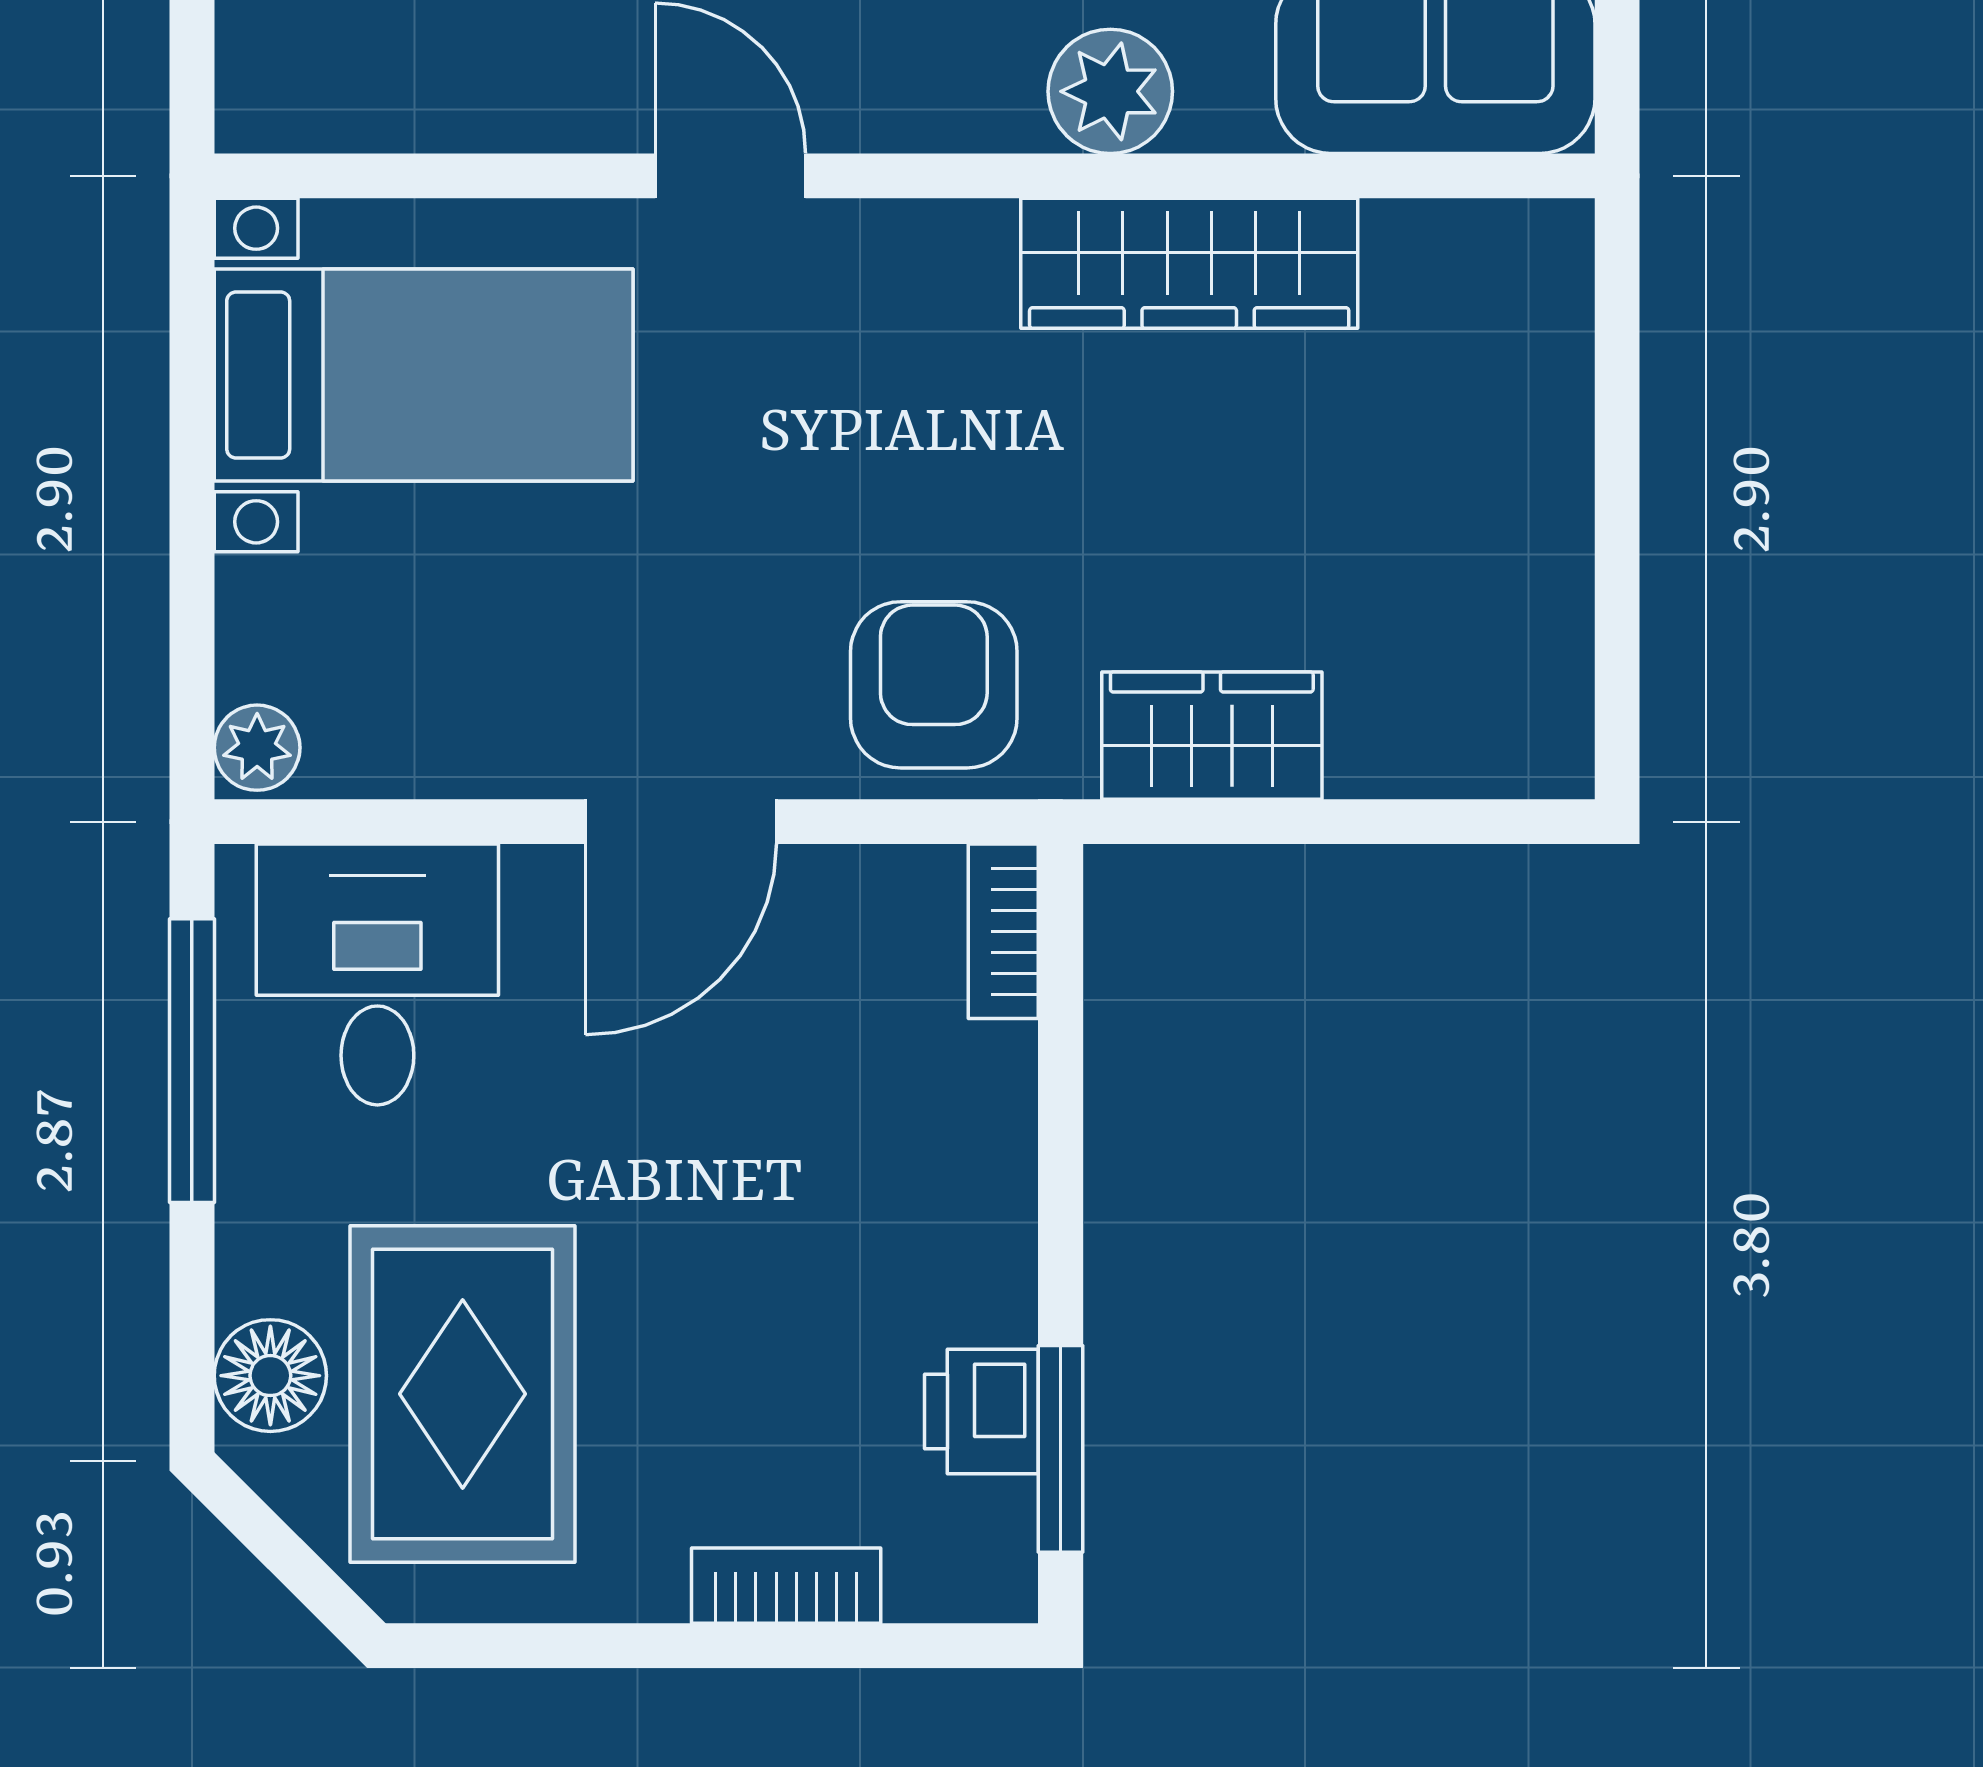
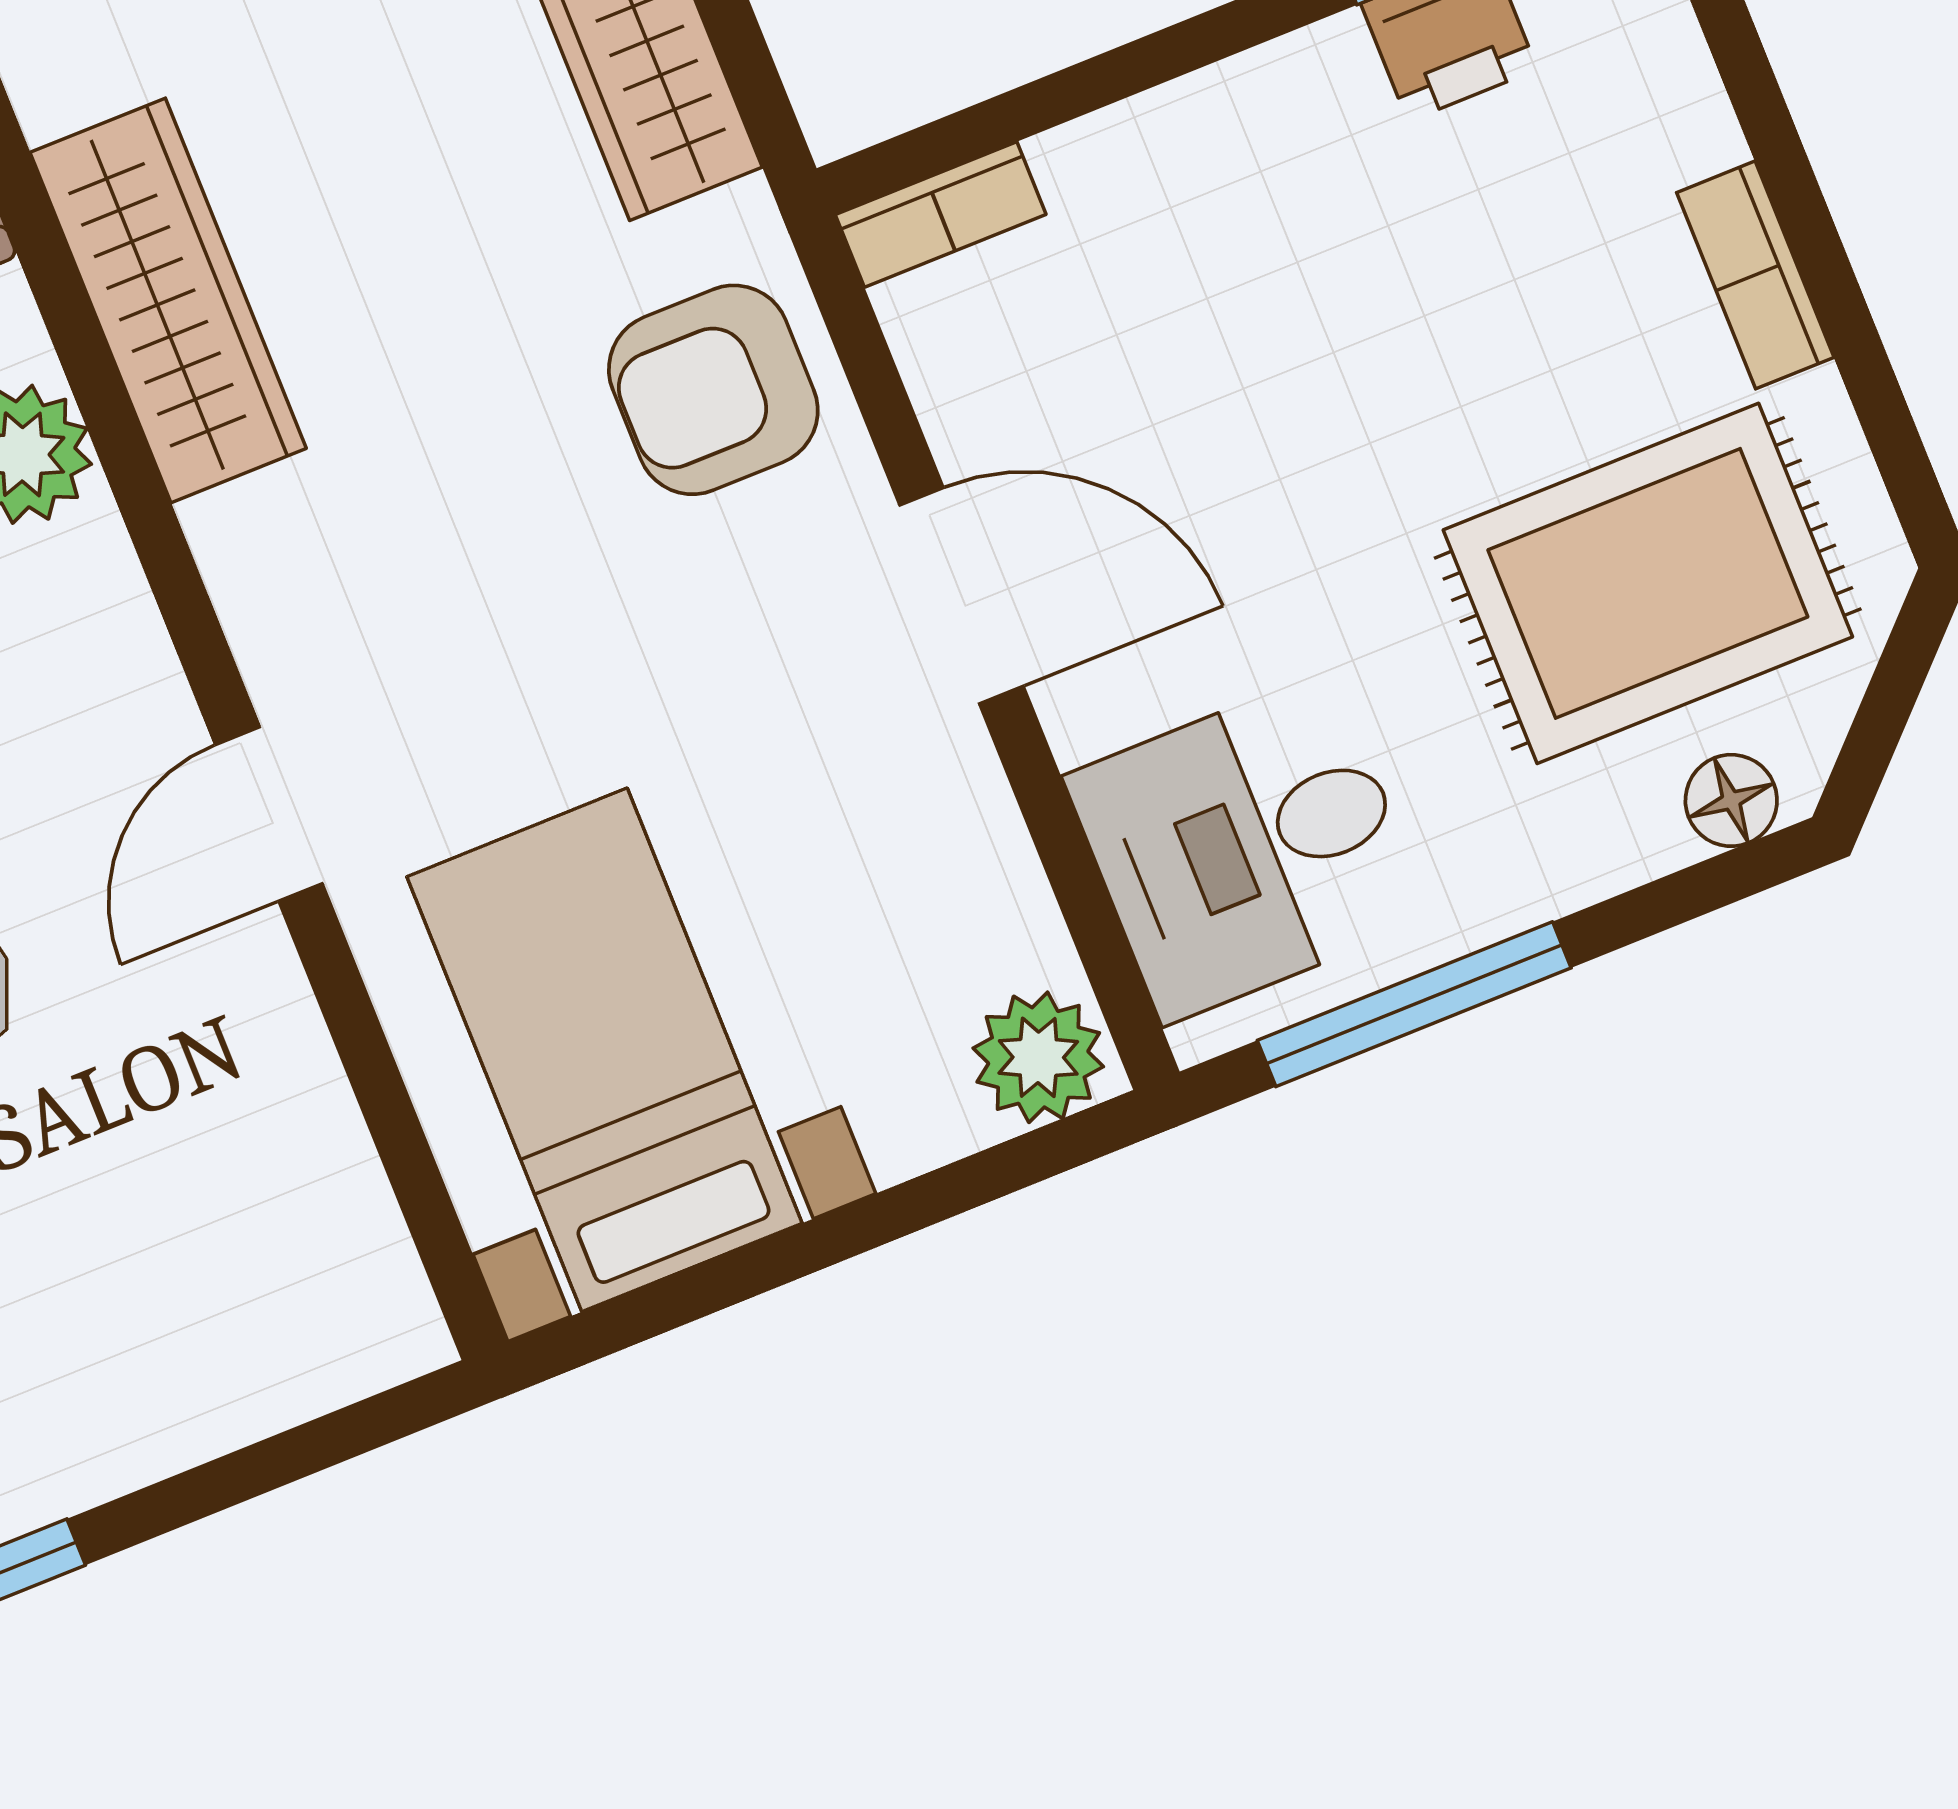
plant: (257, 748) -> (1038, 1057), width x1.38, depth x1.38
floor lamp: (270, 1376) -> (1731, 800), width x0.73, depth x0.73
bookcase: (786, 1586) -> (1755, 275), moved

